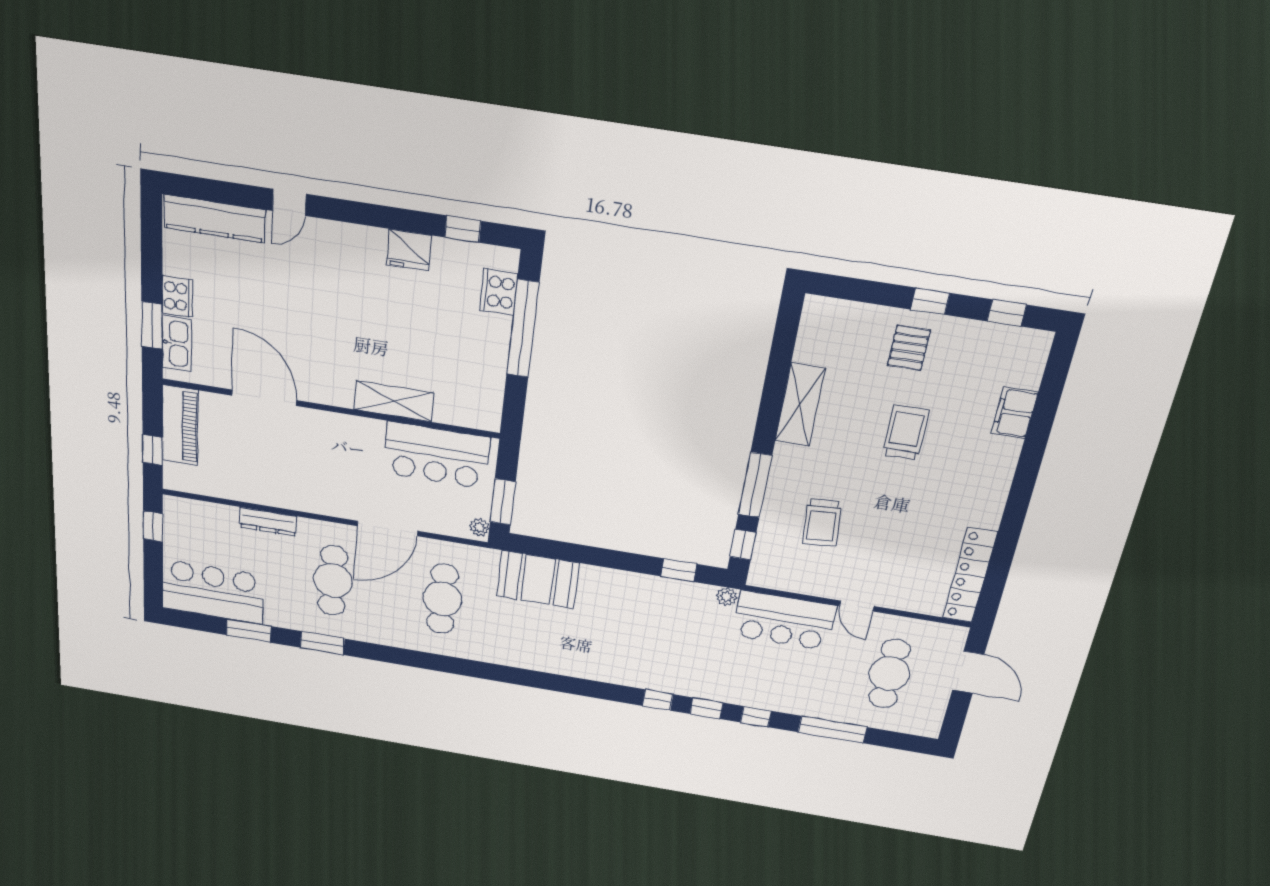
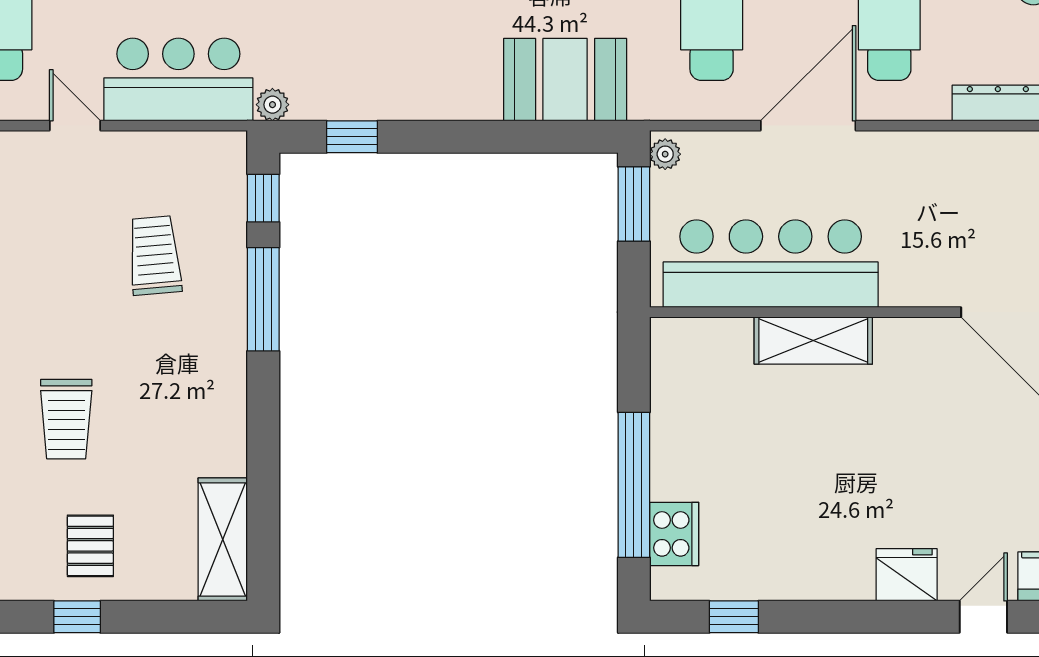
fridge: (409, 250) -> (907, 575), moved
shelving: (800, 405) -> (223, 539), moved
bar counter: (436, 455) -> (771, 264), width x1.36

